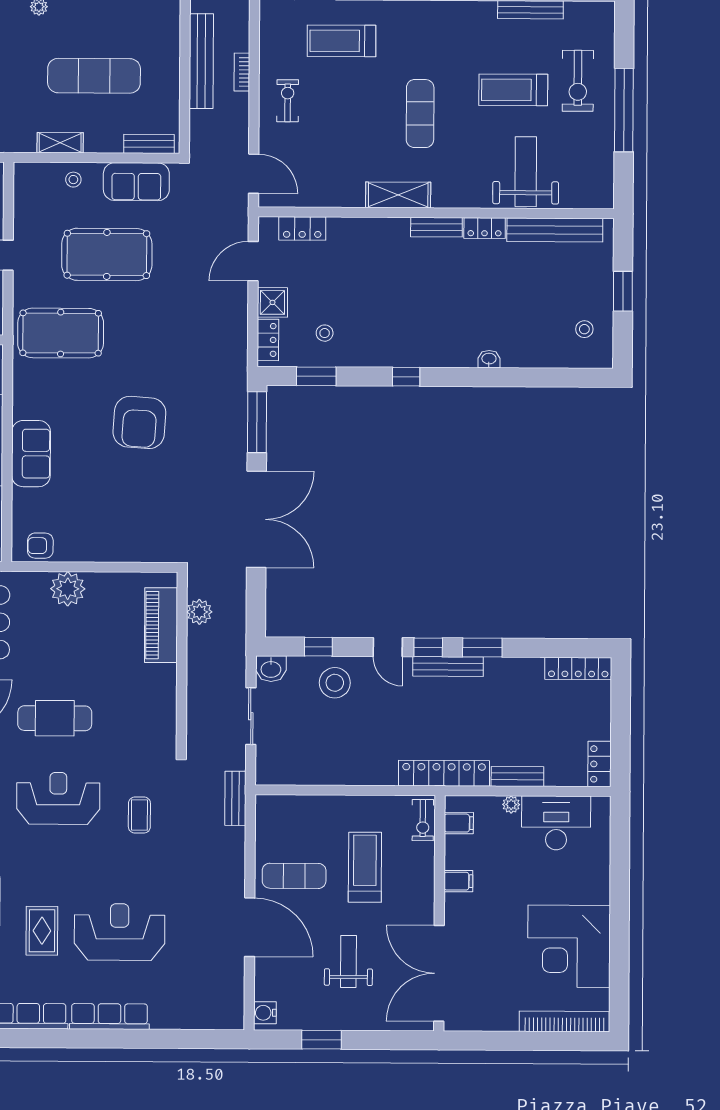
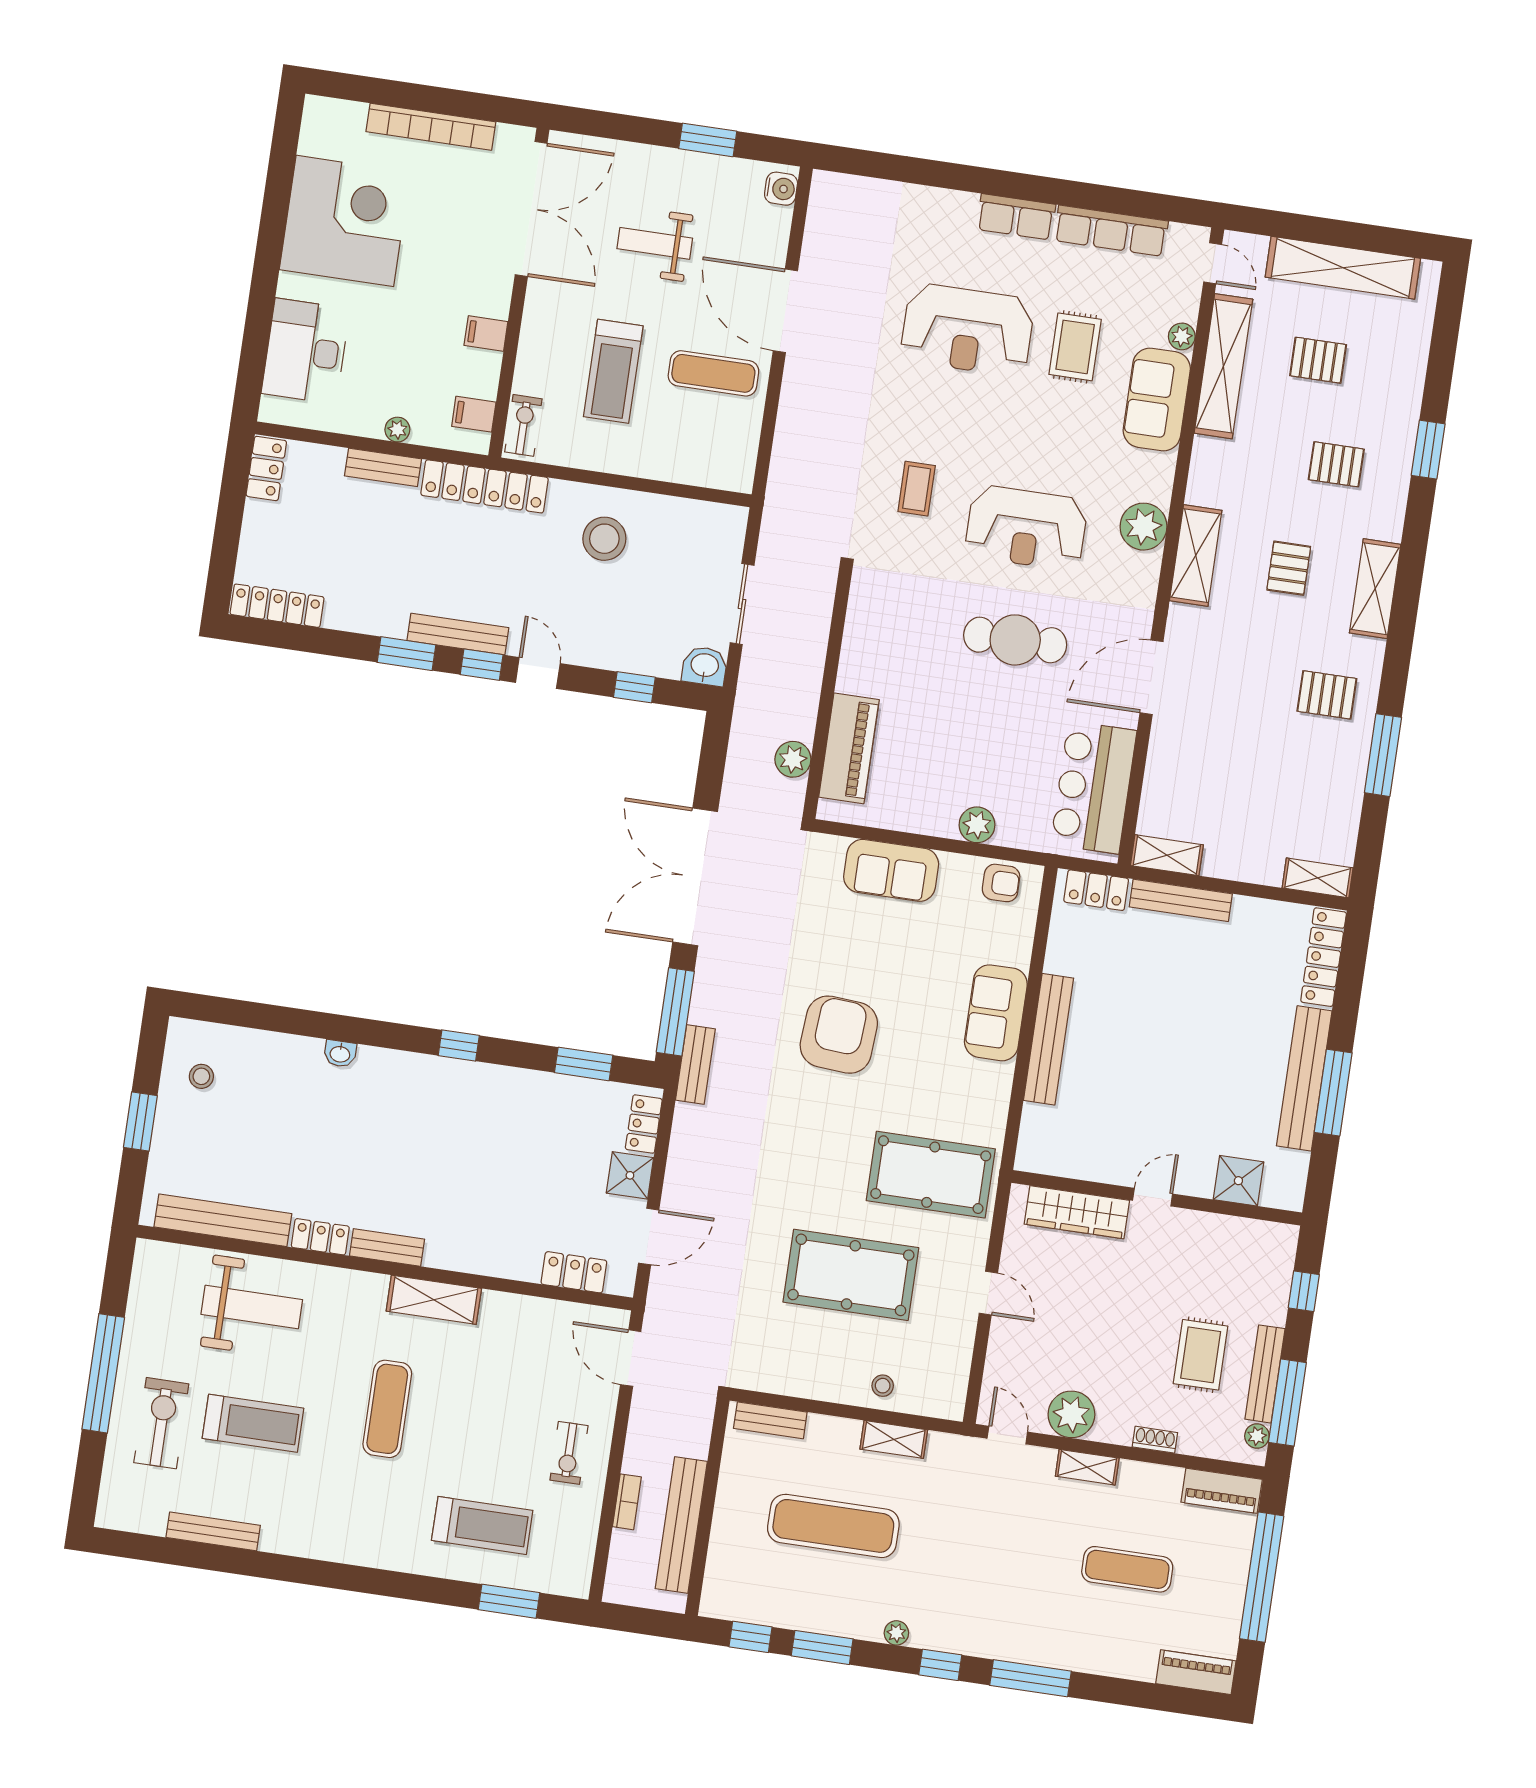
weight bench: (526, 172) -> (252, 1307), turned -90
sofa: (136, 182) -> (891, 870), moved, turned 180
stool: (325, 333) -> (564, 1122), removed
plant: (68, 589) -> (977, 825), width x0.73, depth x0.73
stool: (335, 683) -> (604, 539), moved
bench: (235, 798) -> (695, 1064), moved
desk: (556, 823) -> (306, 351), moved, turned 90
weight bench: (348, 961) -> (655, 243), turned 90
row of seats: (109, 1016) -> (1016, 217), width x0.68
bookcase: (565, 1021) -> (431, 127), moved

